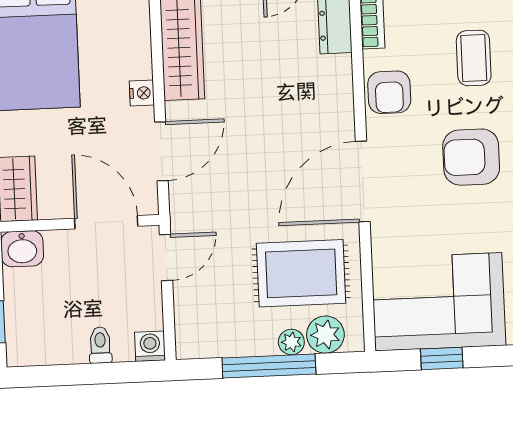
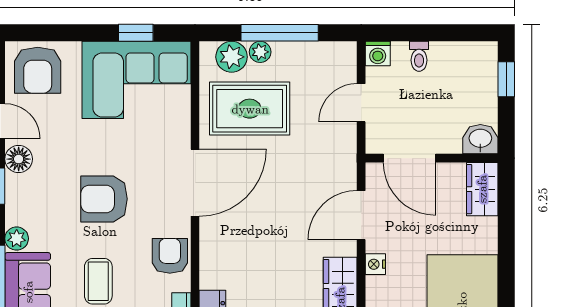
armchair: (471, 157) -> (104, 199), turned 180
door: (166, 257) -> (361, 103), moved

